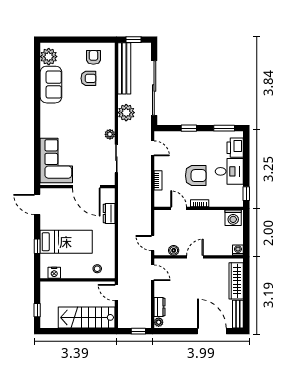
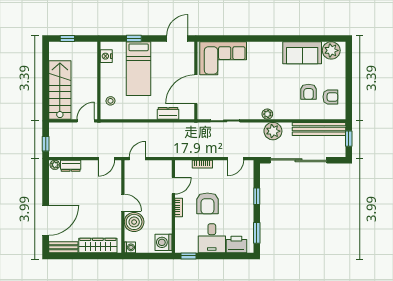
plant: (110, 134) -> (267, 114), moved
boiler: (174, 250) -> (134, 222), moved, width x1.86, depth x1.86

